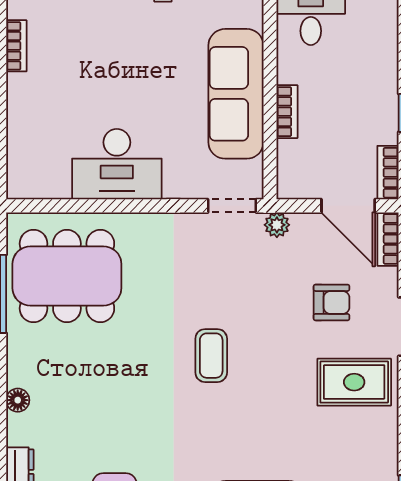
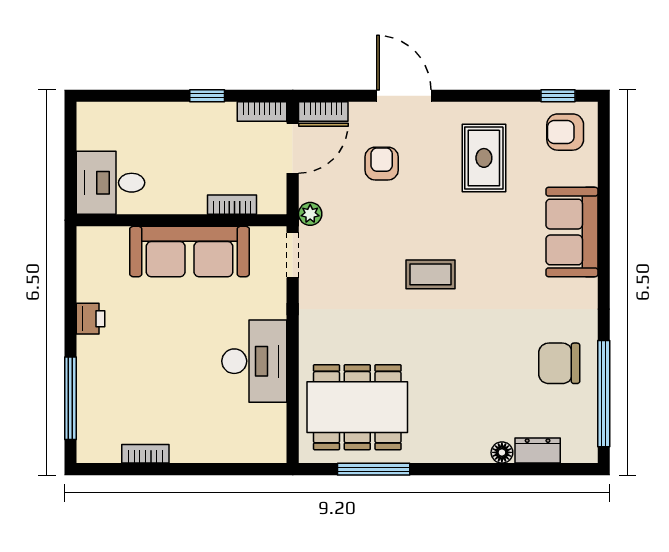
bookcase: (287, 112) -> (232, 205), moved
dining table: (67, 276) -> (357, 407), turned 90
rug: (354, 382) -> (484, 158), moved
floor lamp: (18, 400) -> (502, 452), moved

